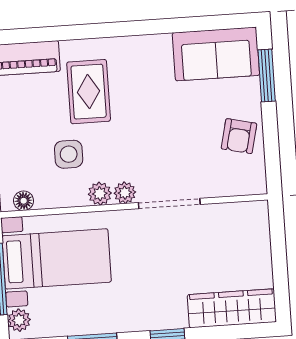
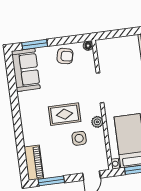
rug: (89, 92) -> (65, 114), moved
plant: (125, 193) -> (96, 110), removed
floor lamp: (24, 201) -> (88, 46), moved

